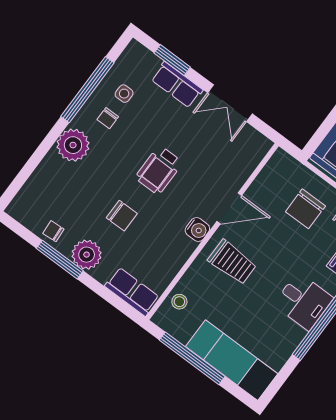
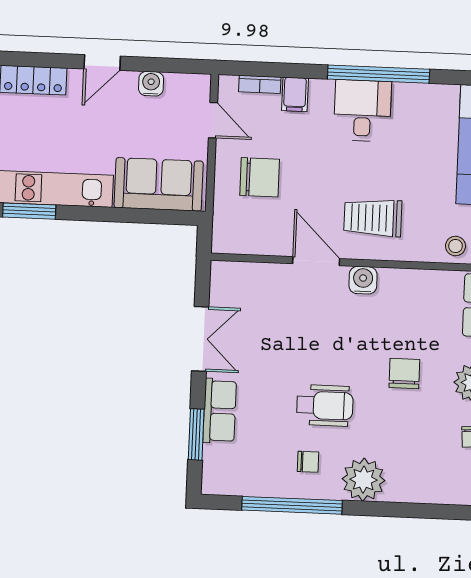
side table: (124, 94) -> (269, 462), removed
wheelchair: (159, 170) -> (325, 405), moved
trolley: (232, 262) -> (373, 218), turned -90

